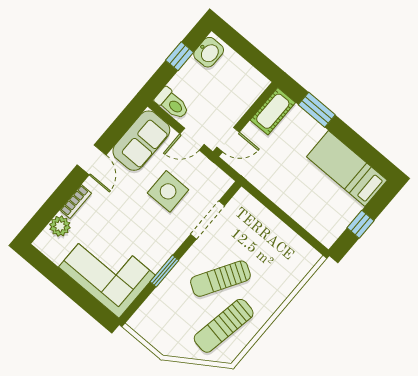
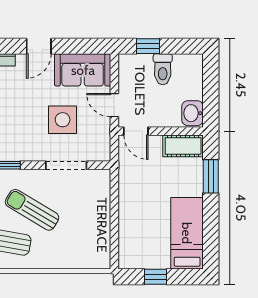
washbasin: (209, 52) -> (192, 113), moved, turned 90
window: (180, 56) -> (148, 46), moved
toilet: (172, 104) -> (163, 69), moved

